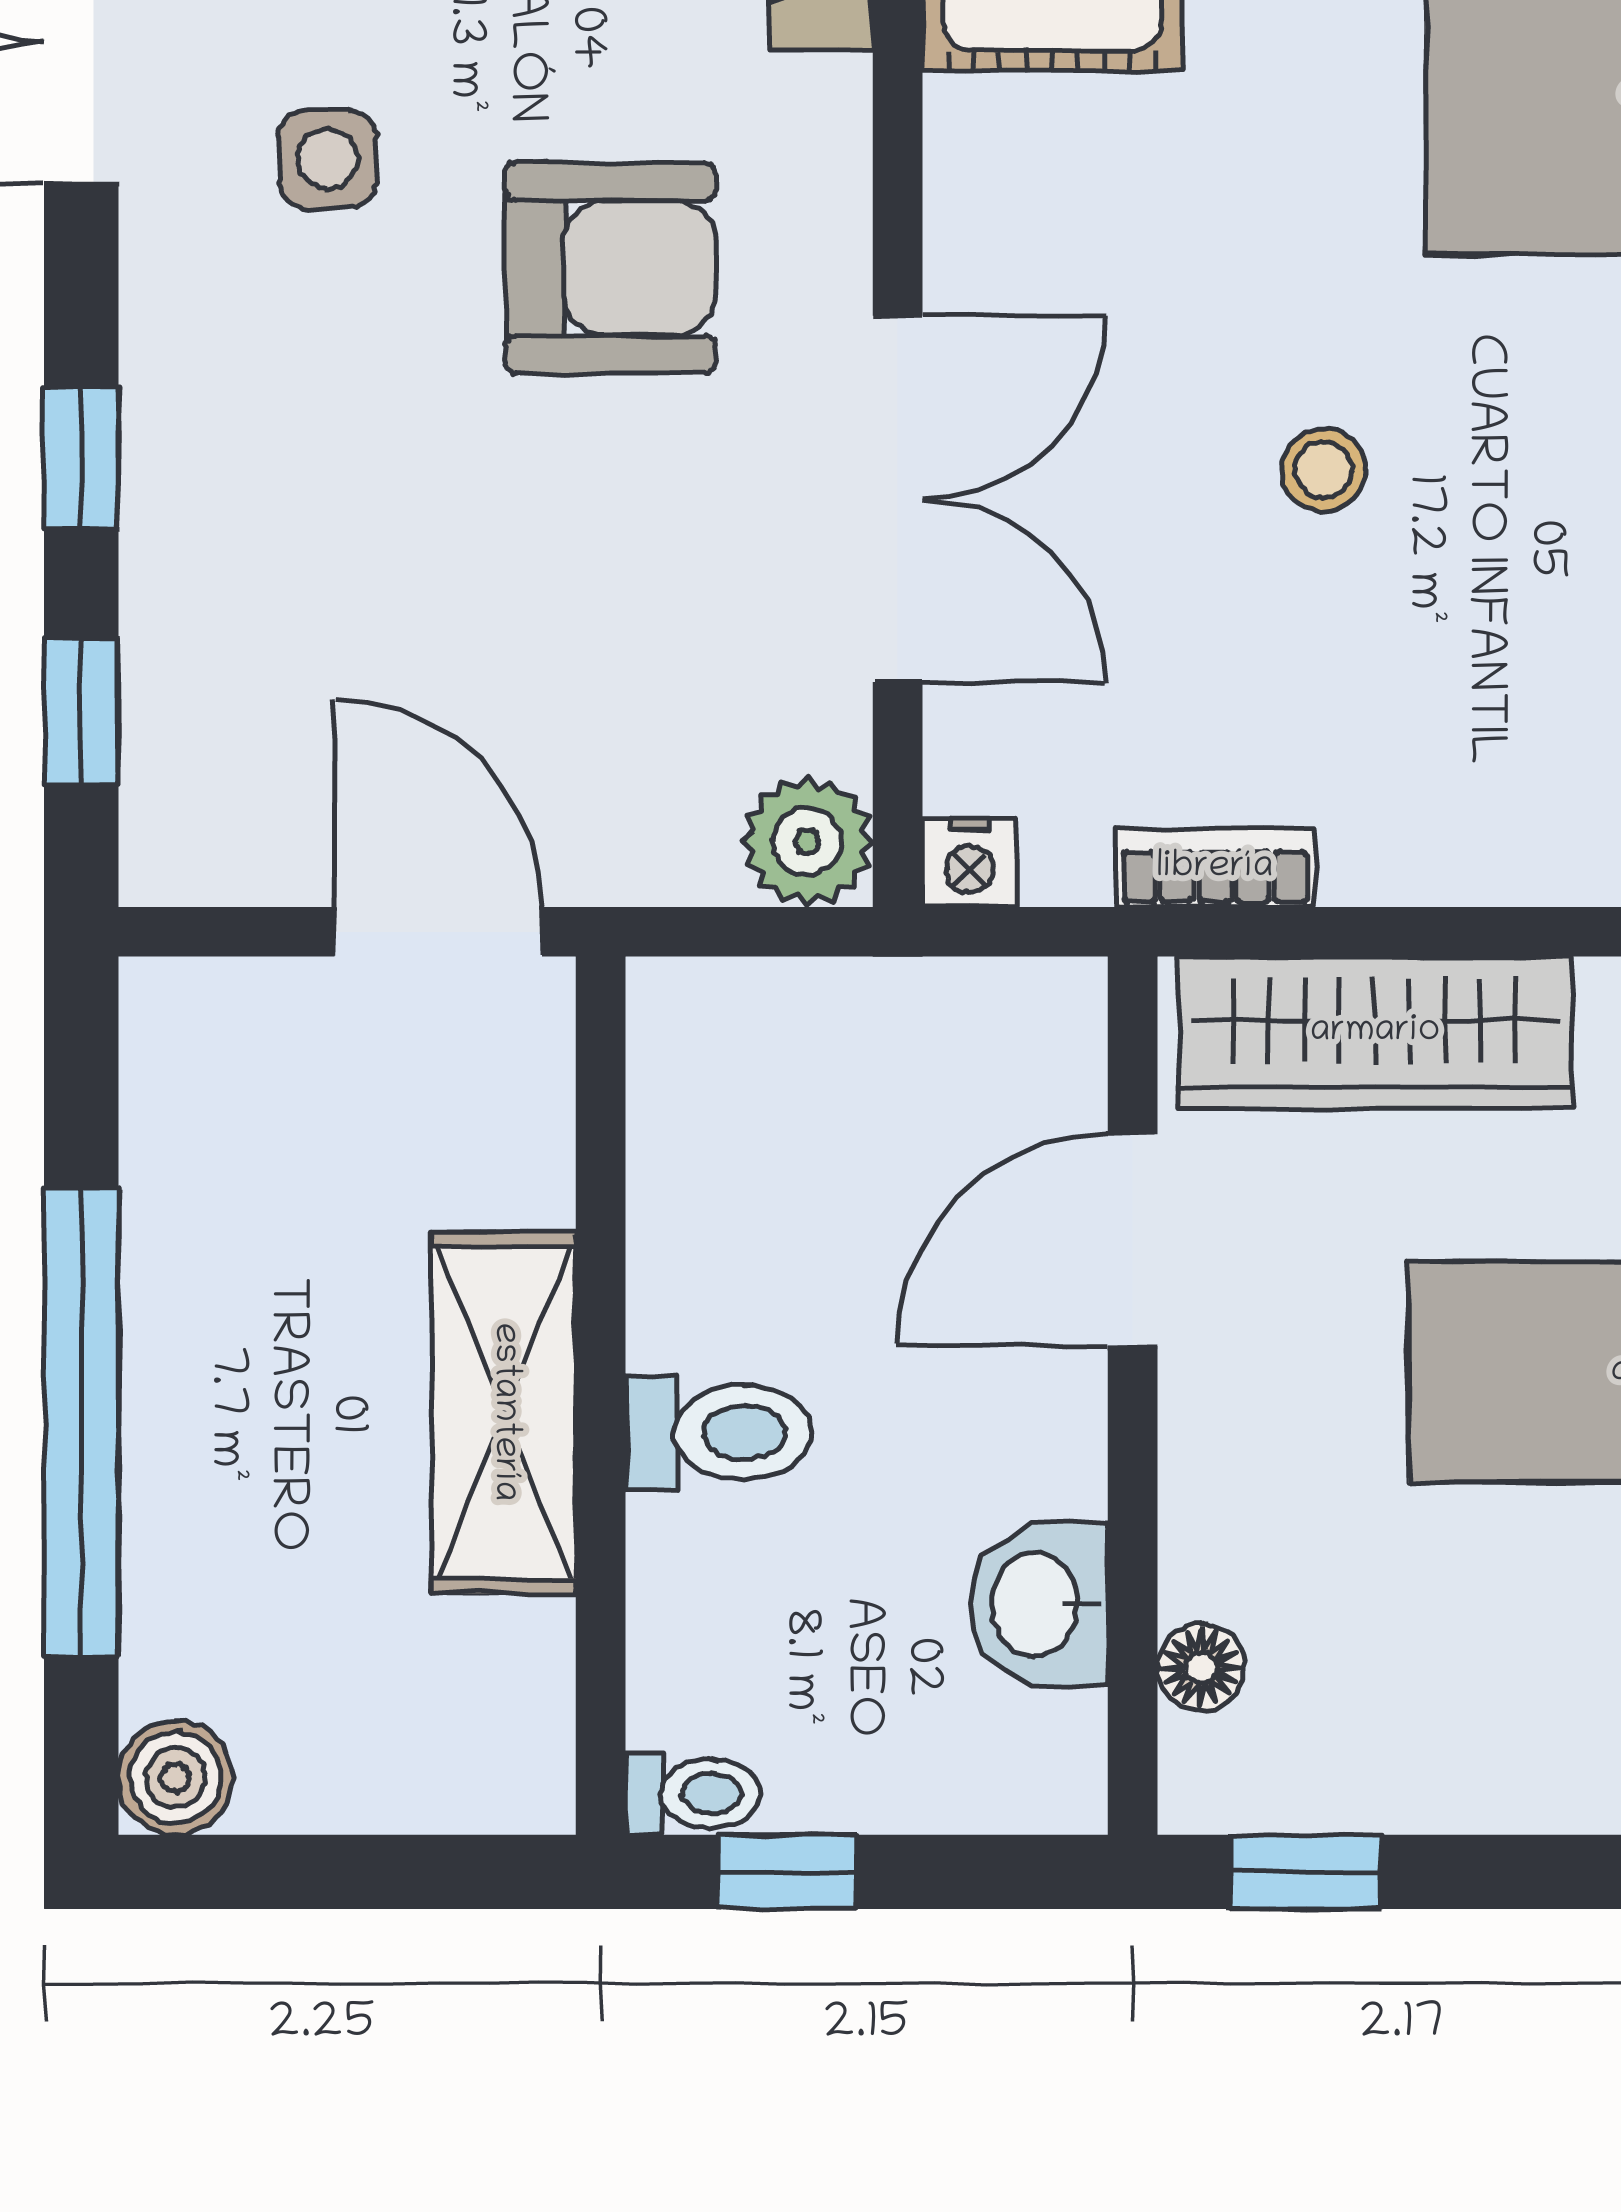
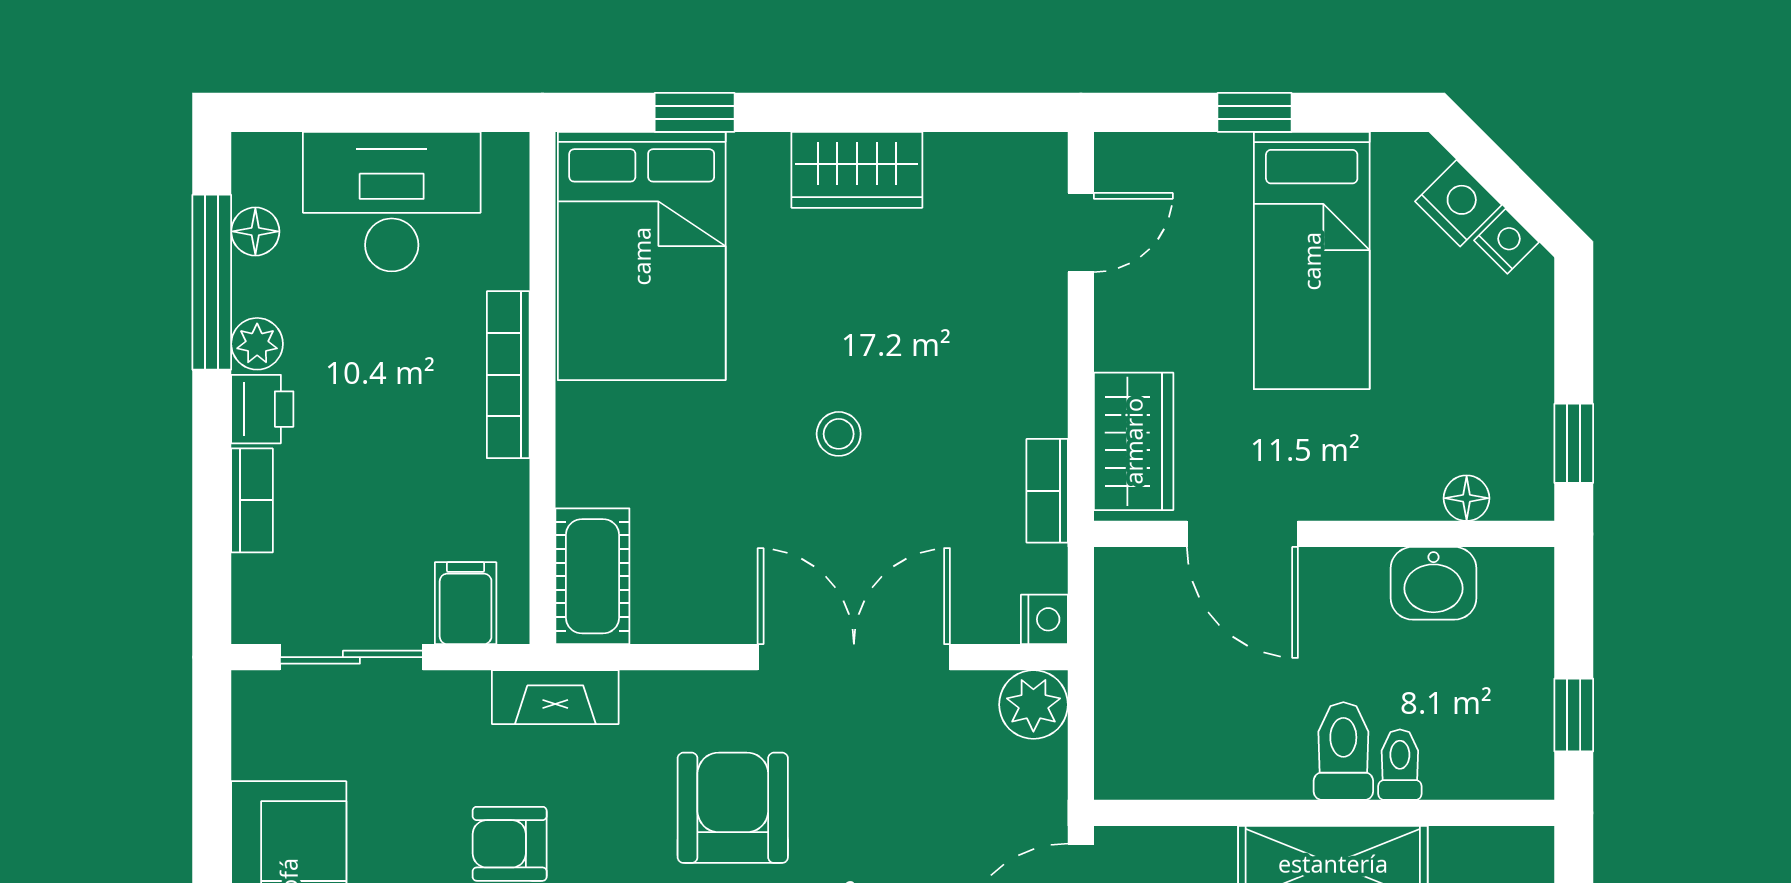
wardrobe: (1375, 1032) -> (1134, 441), width x0.67
toilet: (693, 1793) -> (1400, 765), moved

